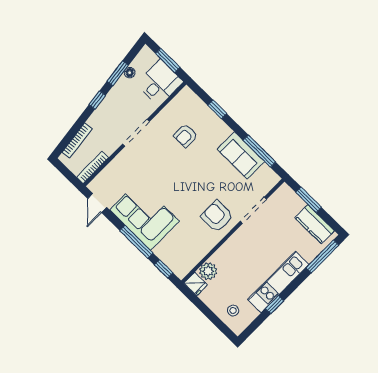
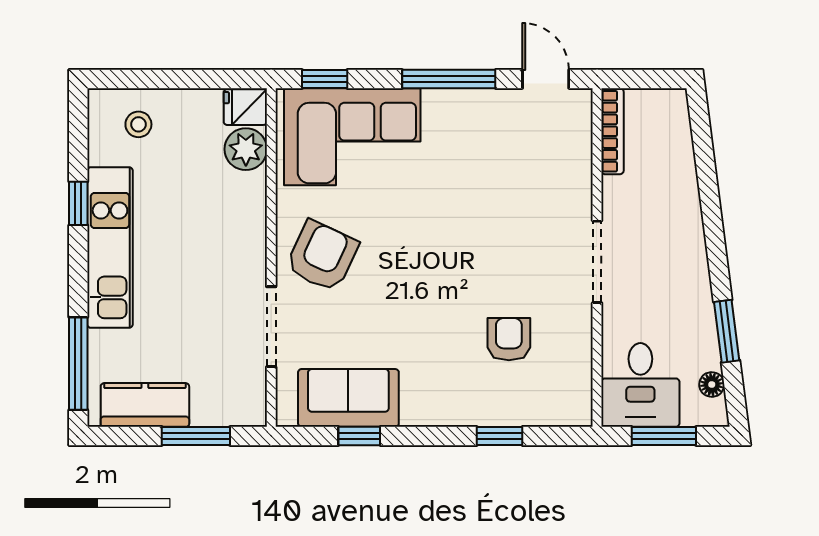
floor lamp: (130, 73) -> (712, 385), moved
window: (97, 100) -> (717, 252), removed
bookcase: (77, 140) -> (683, 151), removed
window: (259, 151) -> (359, 436), width x0.46
sofa: (241, 155) -> (348, 398), moved
corner sofa: (145, 216) -> (352, 137), moved
armchair: (217, 216) -> (322, 256), turned -65
window: (136, 242) -> (449, 79), moved

